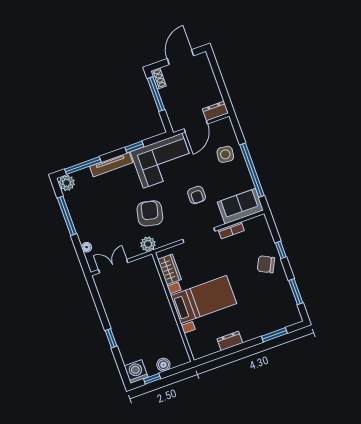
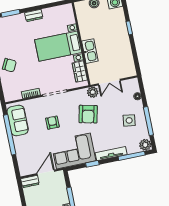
side table: (225, 154) -> (129, 120), moved
sofa: (240, 206) -> (18, 120), moved, turned -90
double door: (113, 266) -> (109, 82), moved
kitchen sink: (160, 299) -> (90, 51), added
dresser: (230, 341) -> (34, 15), moved

